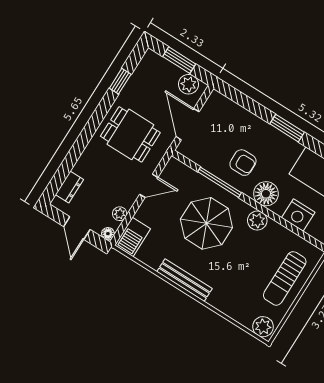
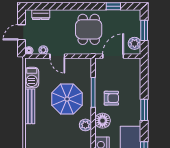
armchair: (243, 163) -> (111, 98), turned -90
door: (149, 186) -> (57, 56), moved
barbecue: (133, 237) -> (32, 78), moved, turned -90

